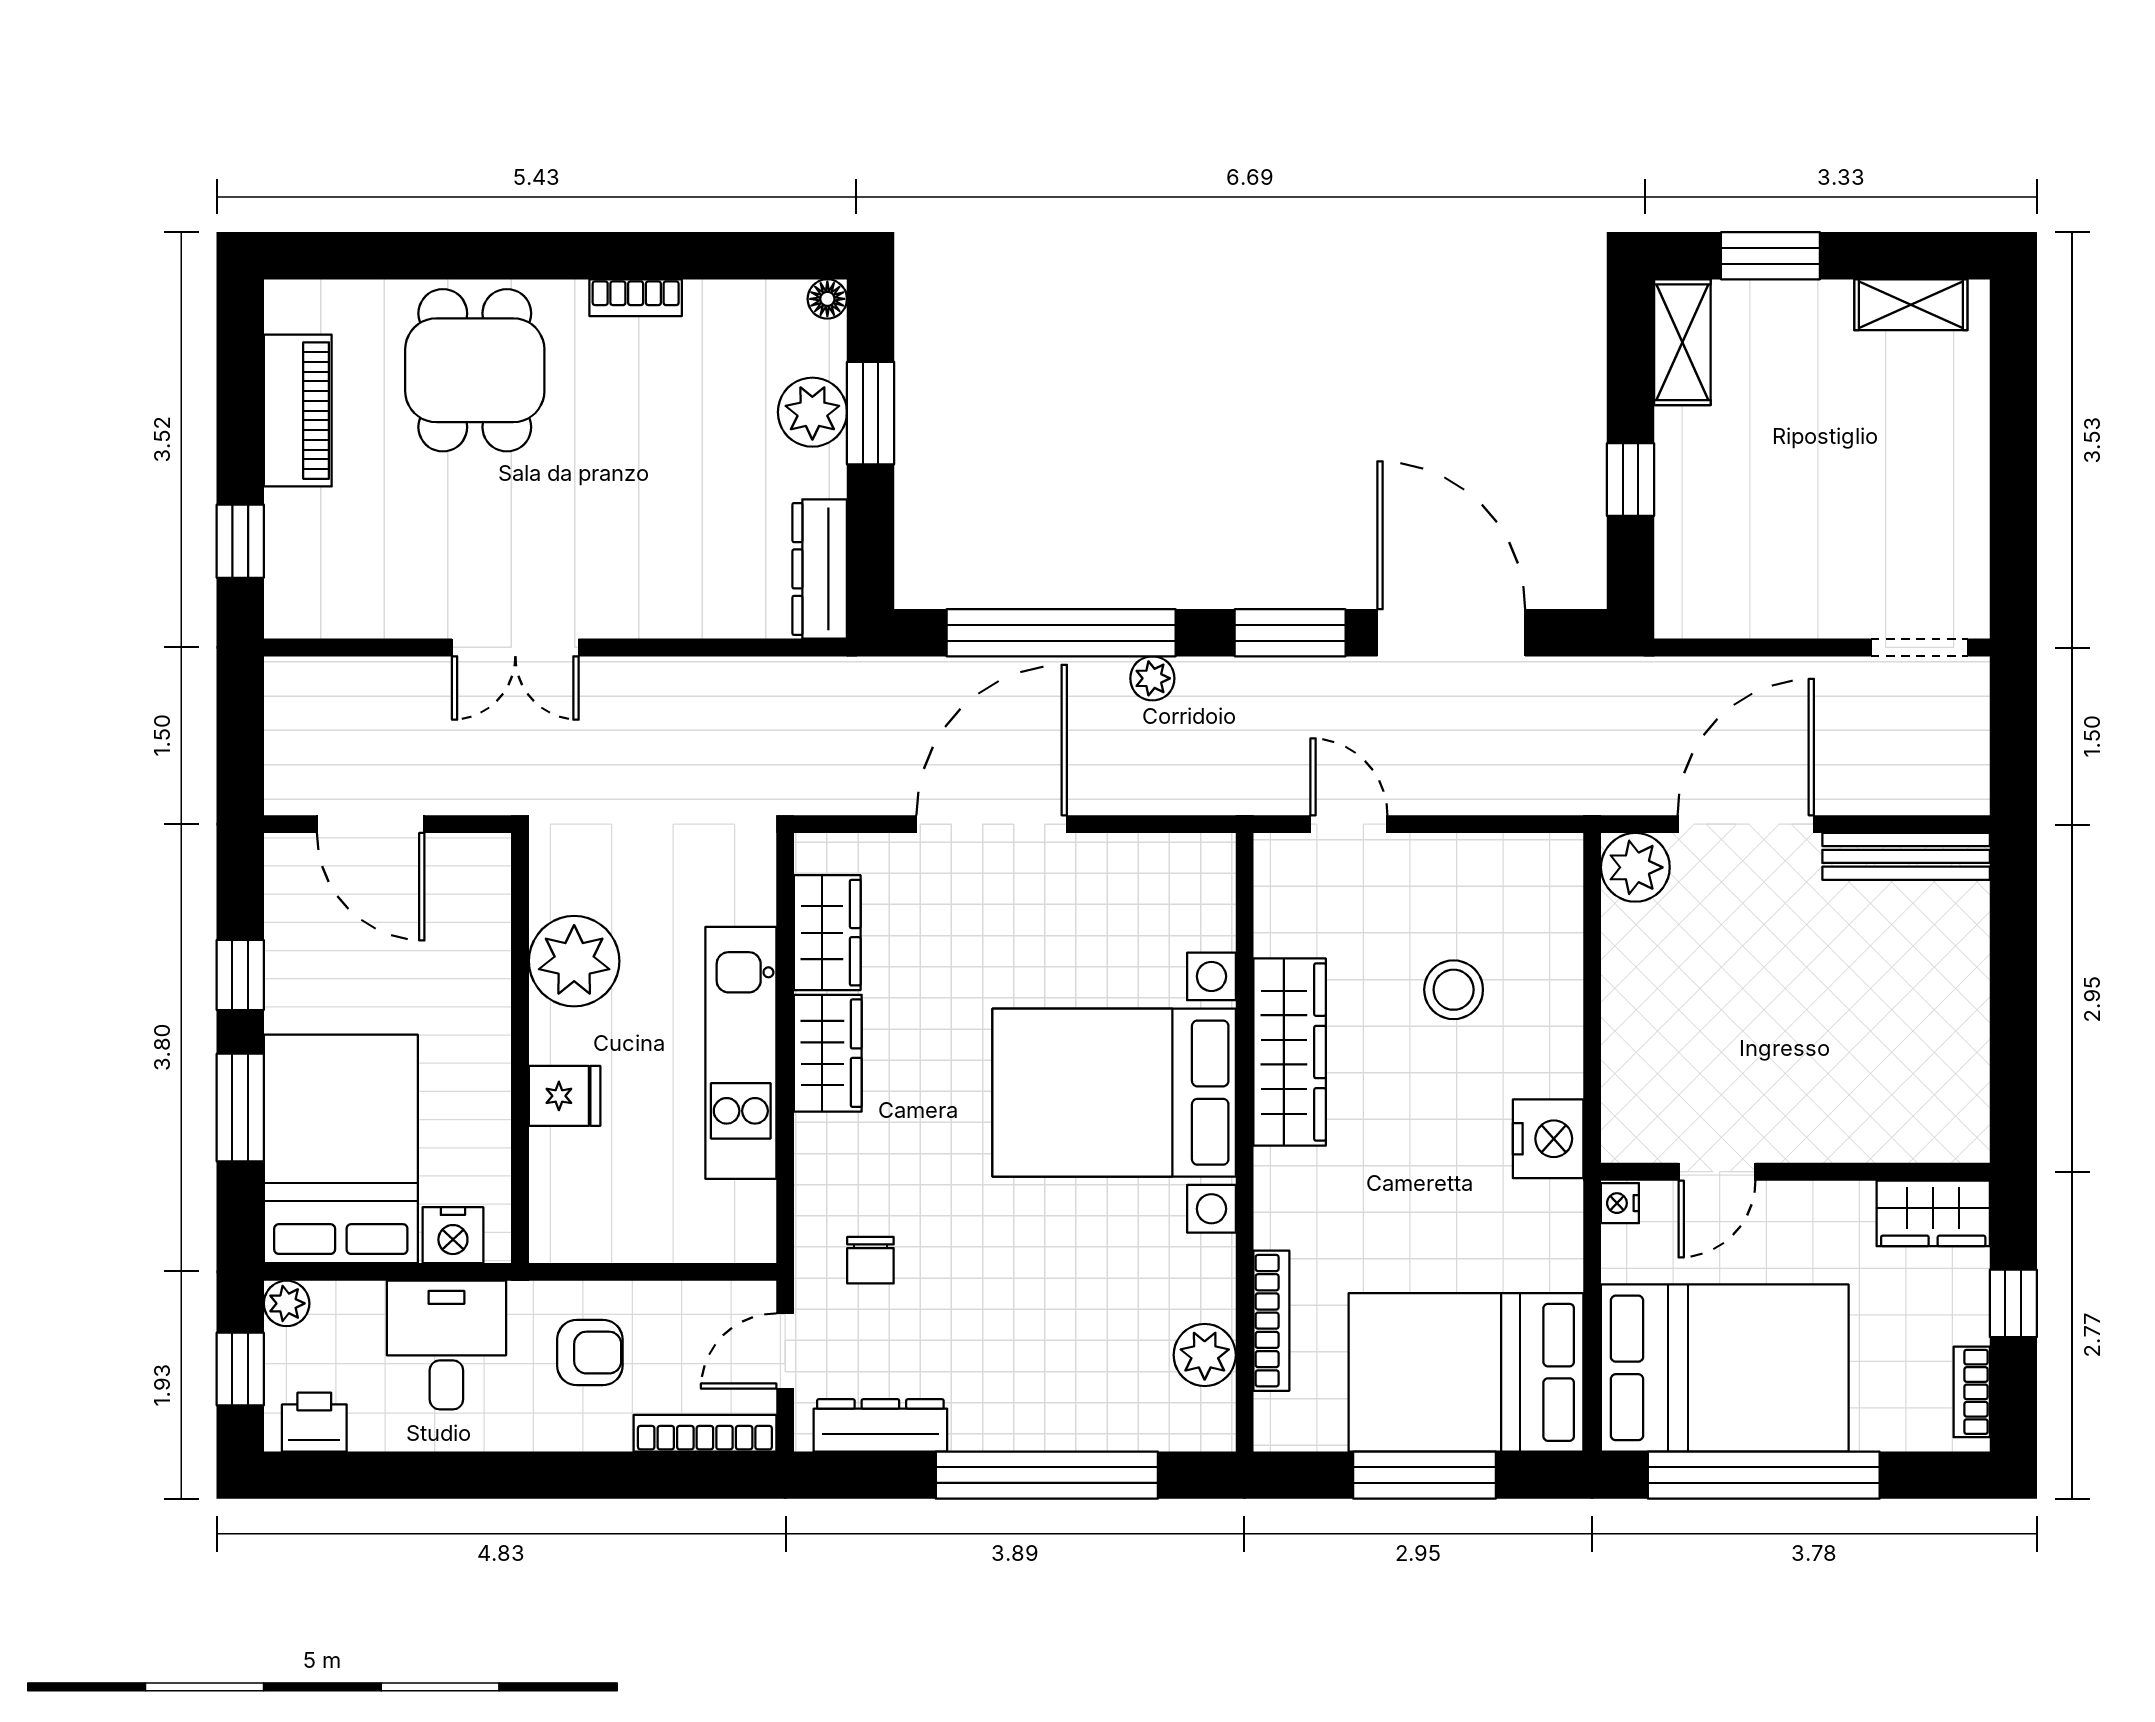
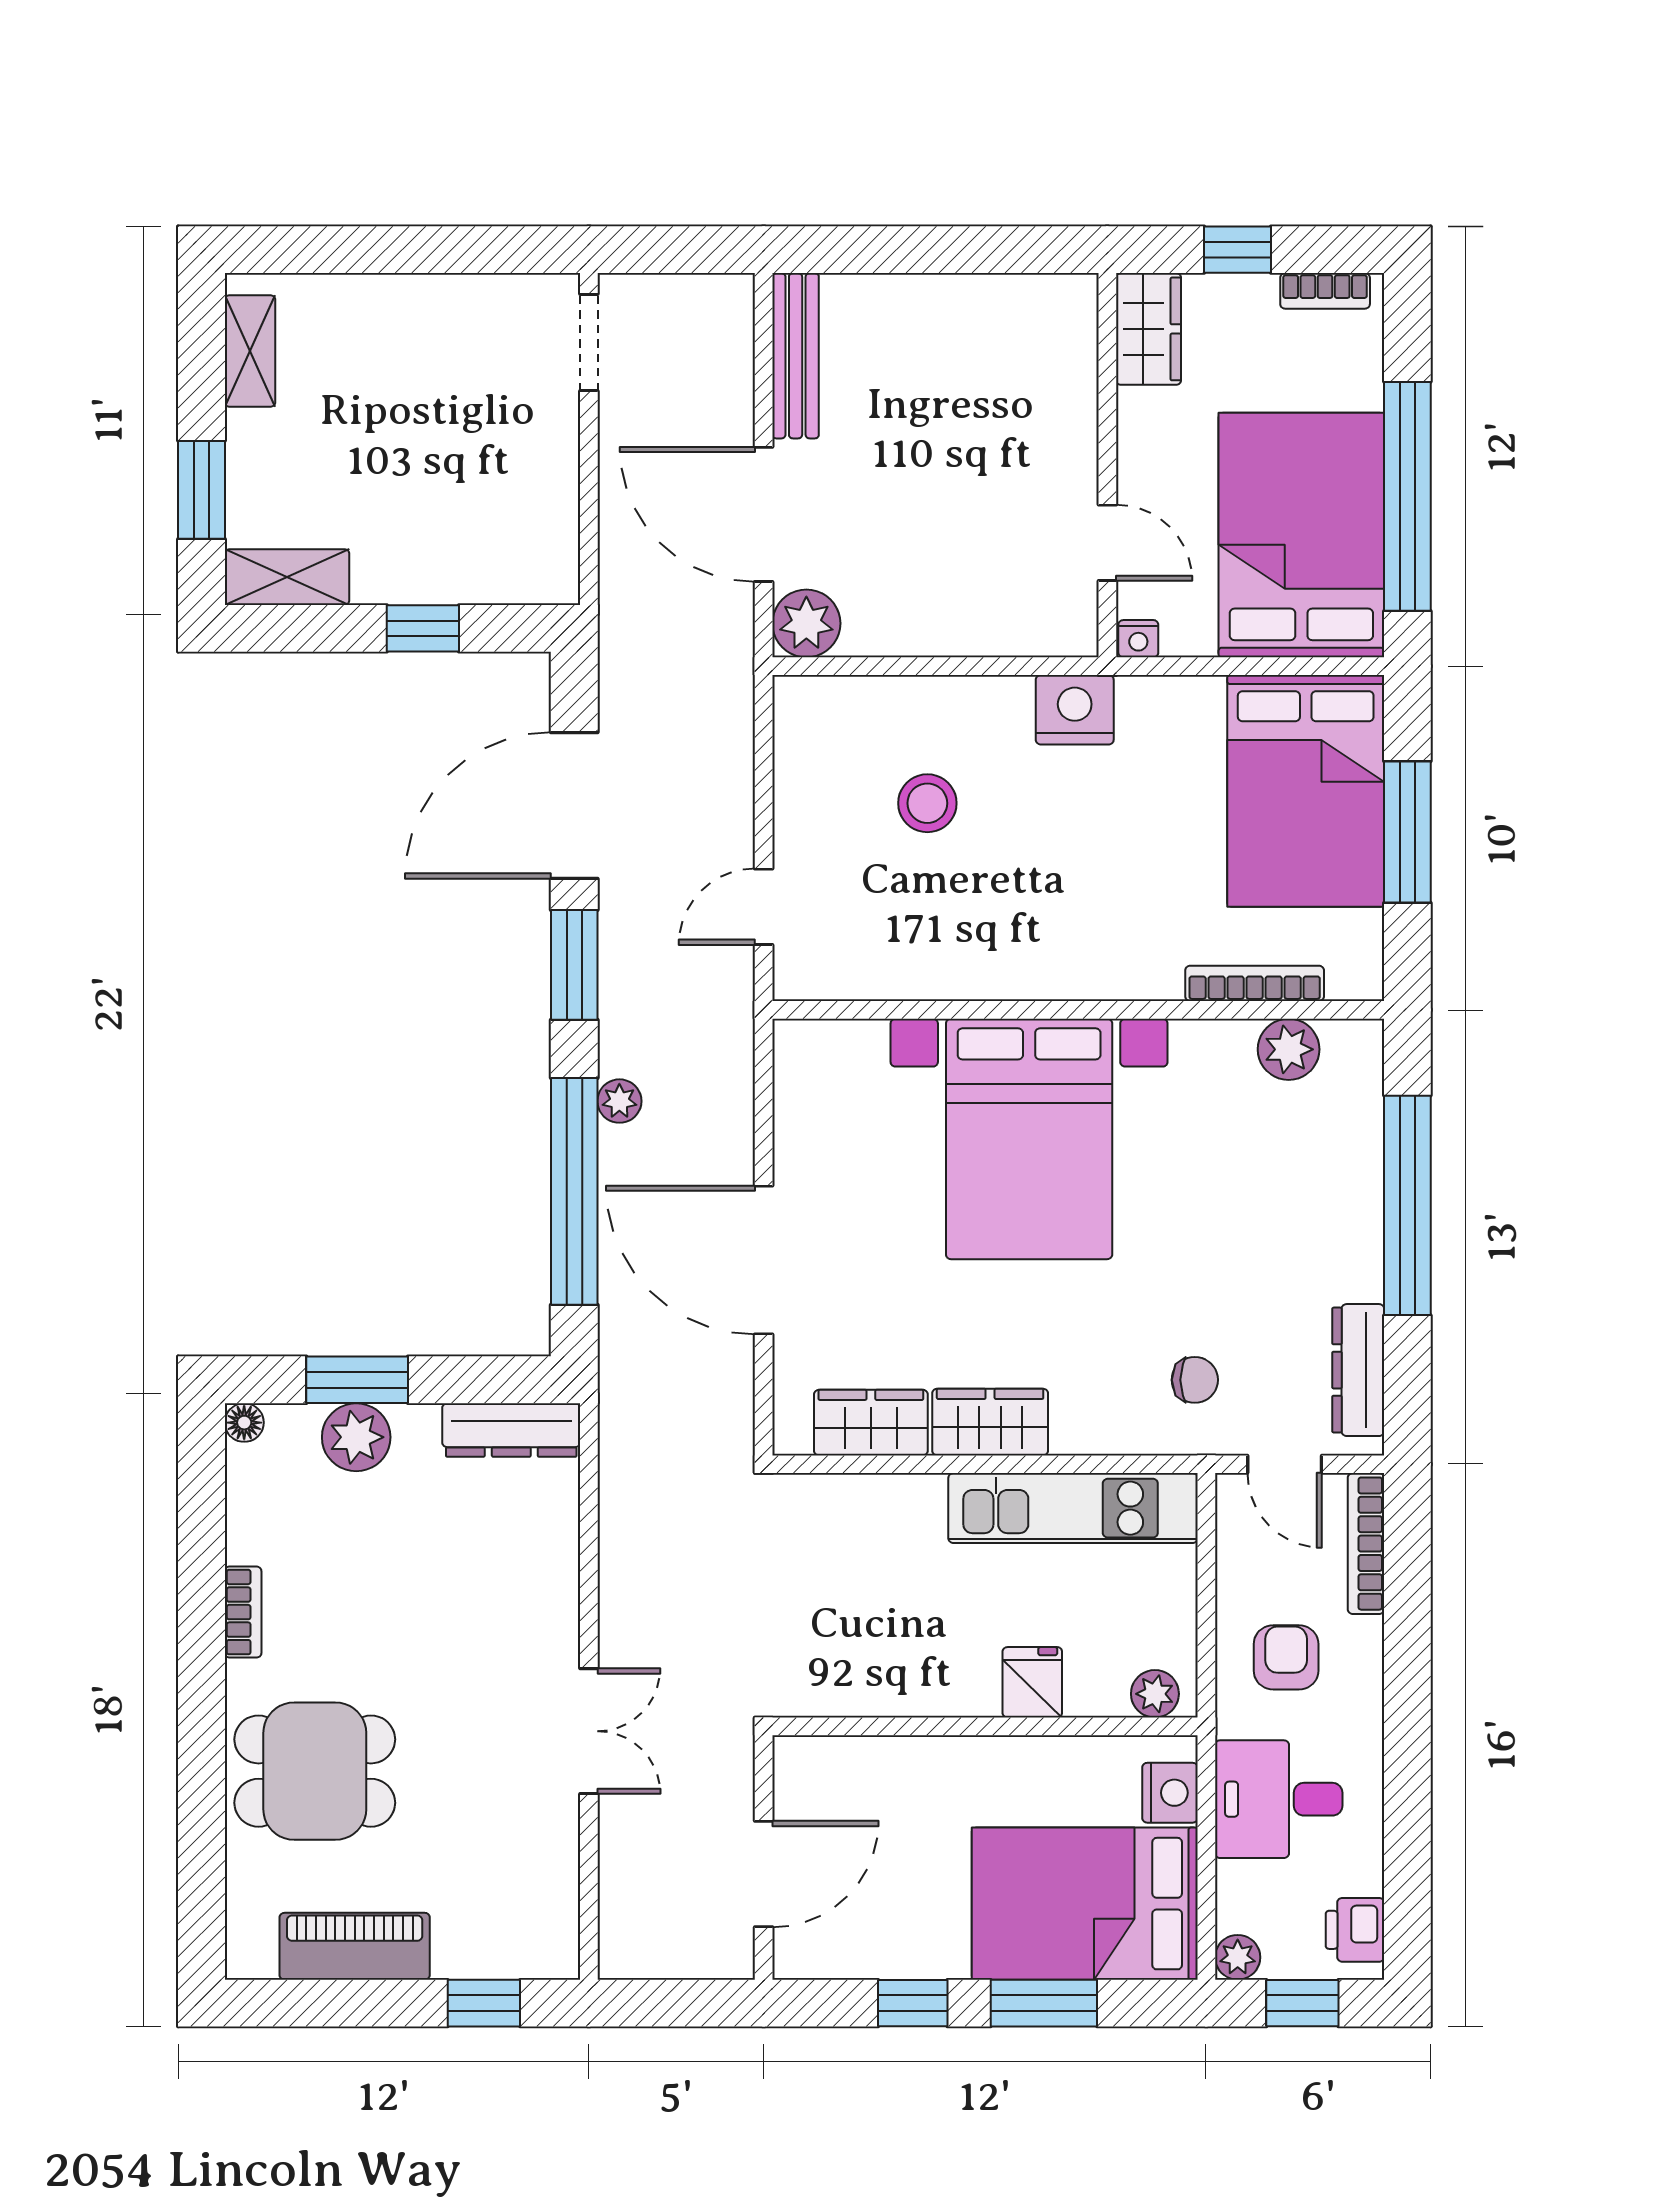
plant: (574, 961) -> (1155, 1694), moved, width x0.53, depth x0.53
wardrobe: (1290, 1052) -> (989, 965), removed
kitchen unit: (741, 1053) -> (1073, 1508), moved

